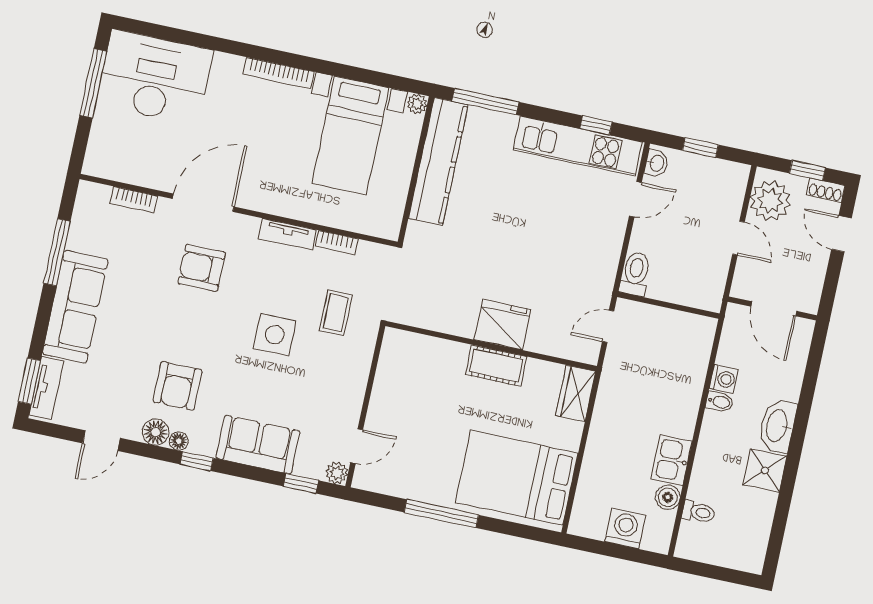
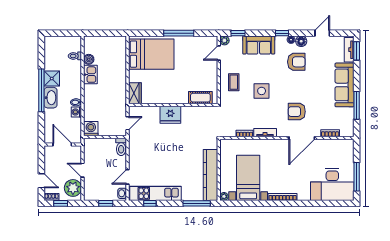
armchair: (202, 268) -> (297, 112), turned 180
coffee table: (336, 313) -> (234, 82), moved
cot: (496, 366) -> (200, 98), moved
armchair: (177, 386) -> (296, 62), turned 90
window: (796, 448) -> (41, 90), added
washing machine: (625, 528) -> (91, 129), moved, turned 180

